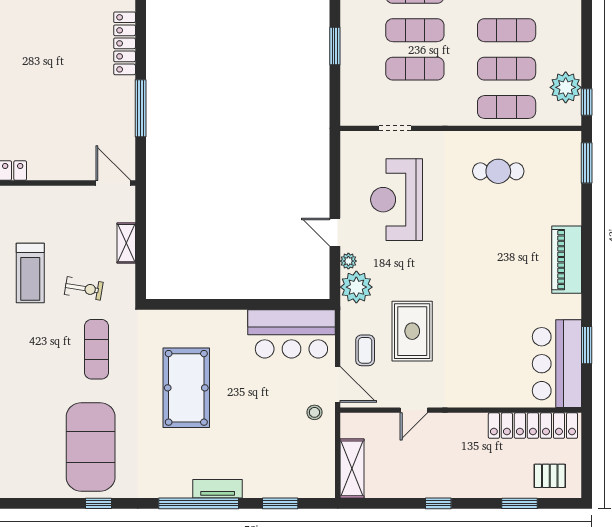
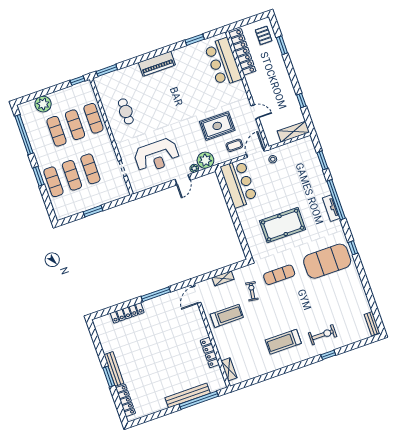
plant: (566, 87) -> (43, 104), moved
treadmill: (30, 273) -> (227, 316), moved
bar counter: (557, 364) -> (223, 62), moved, turned 90
tv unit: (218, 489) -> (331, 208), moved
window: (438, 503) -> (301, 100), moved

